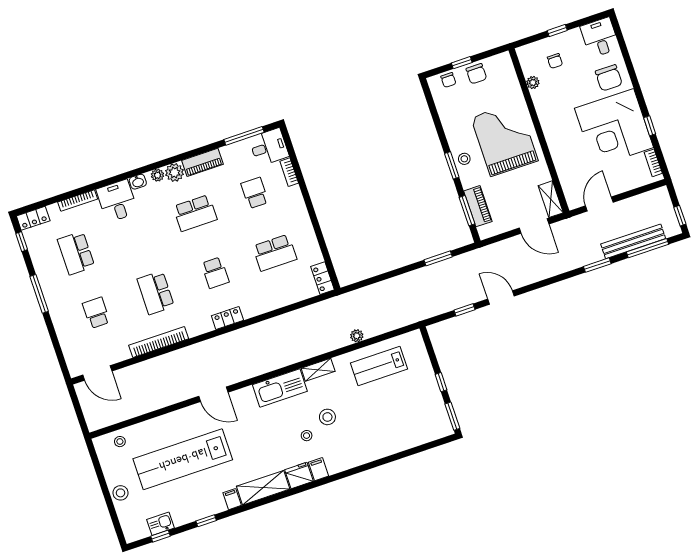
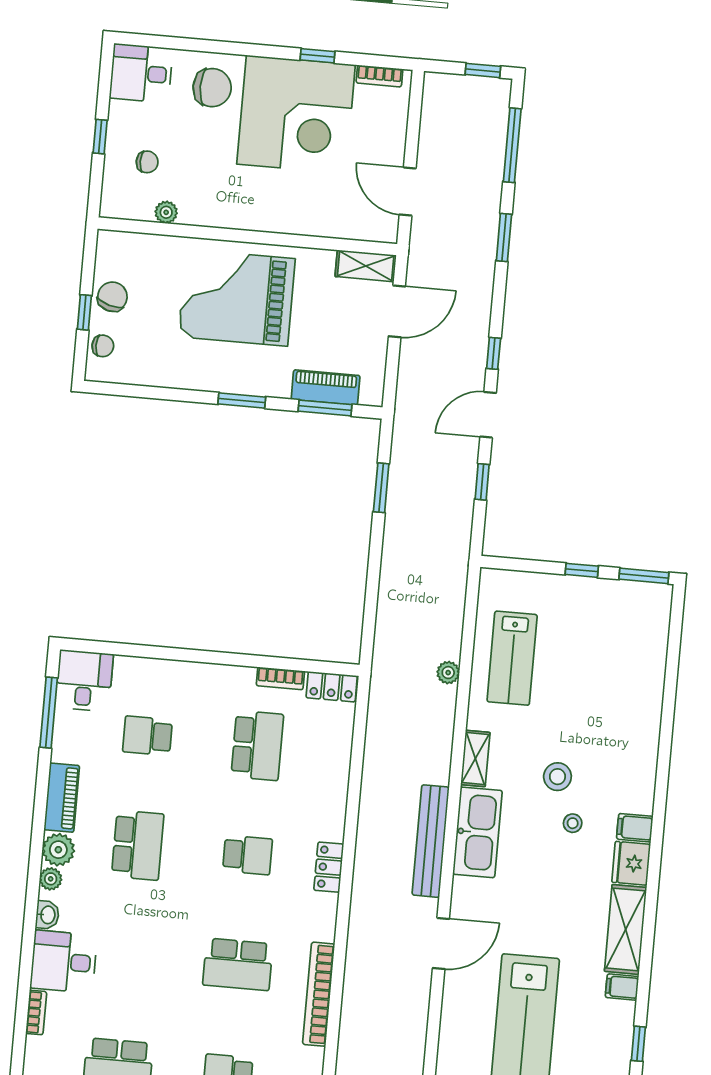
chair: (476, 74) -> (112, 297), turned -74
stool: (464, 159) -> (240, 376), removed
bookcase: (289, 172) -> (280, 678), moved
bookcase: (78, 201) -> (36, 1012), width x0.64
bench: (633, 241) -> (431, 841), moved
window: (534, 286) -> (494, 353), added

